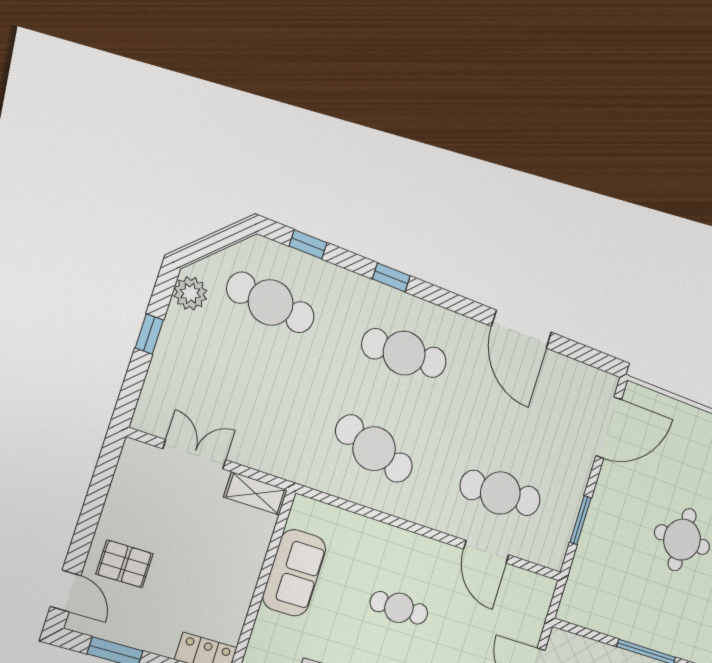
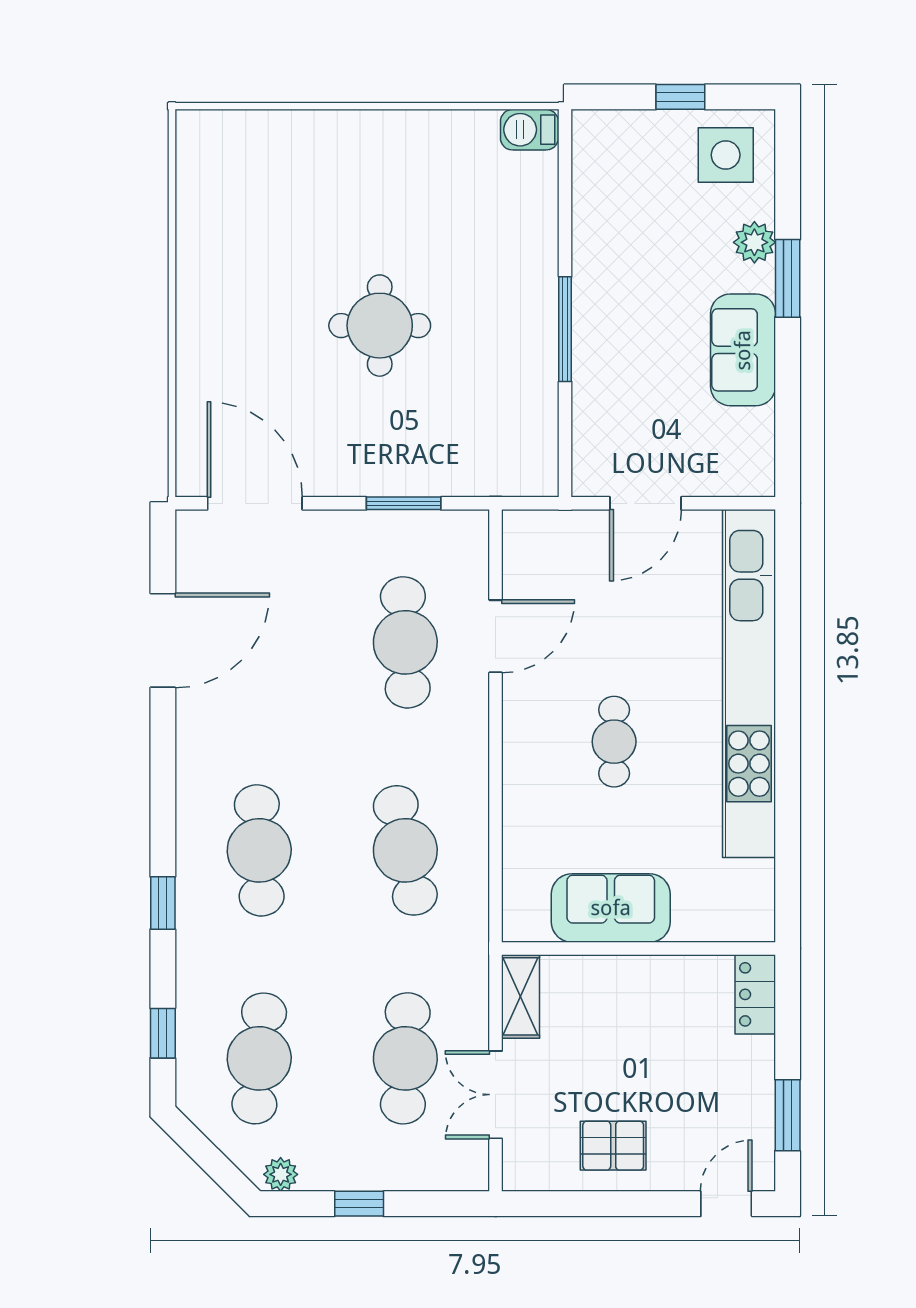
plant: (190, 293) -> (281, 1174), width x0.73, depth x0.73
door: (521, 329) -> (163, 640), moved
cafe table: (239, 401) -> (405, 1058), added
cafe table: (374, 449) -> (405, 850), turned -30
pallet: (125, 564) -> (613, 1146), moved, turned 90

